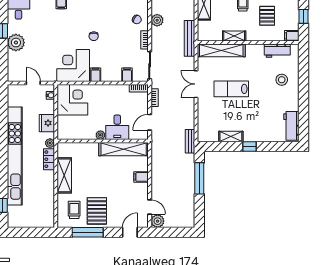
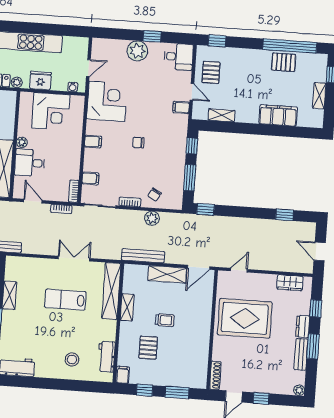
pallet: (267, 16) -> (148, 348), turned 90
bench: (189, 38) -> (143, 256), moved
corner desk: (73, 65) -> (107, 101), moved
lab bench: (231, 89) -> (65, 300), turned -90
corner desk: (72, 100) -> (51, 111), moved

